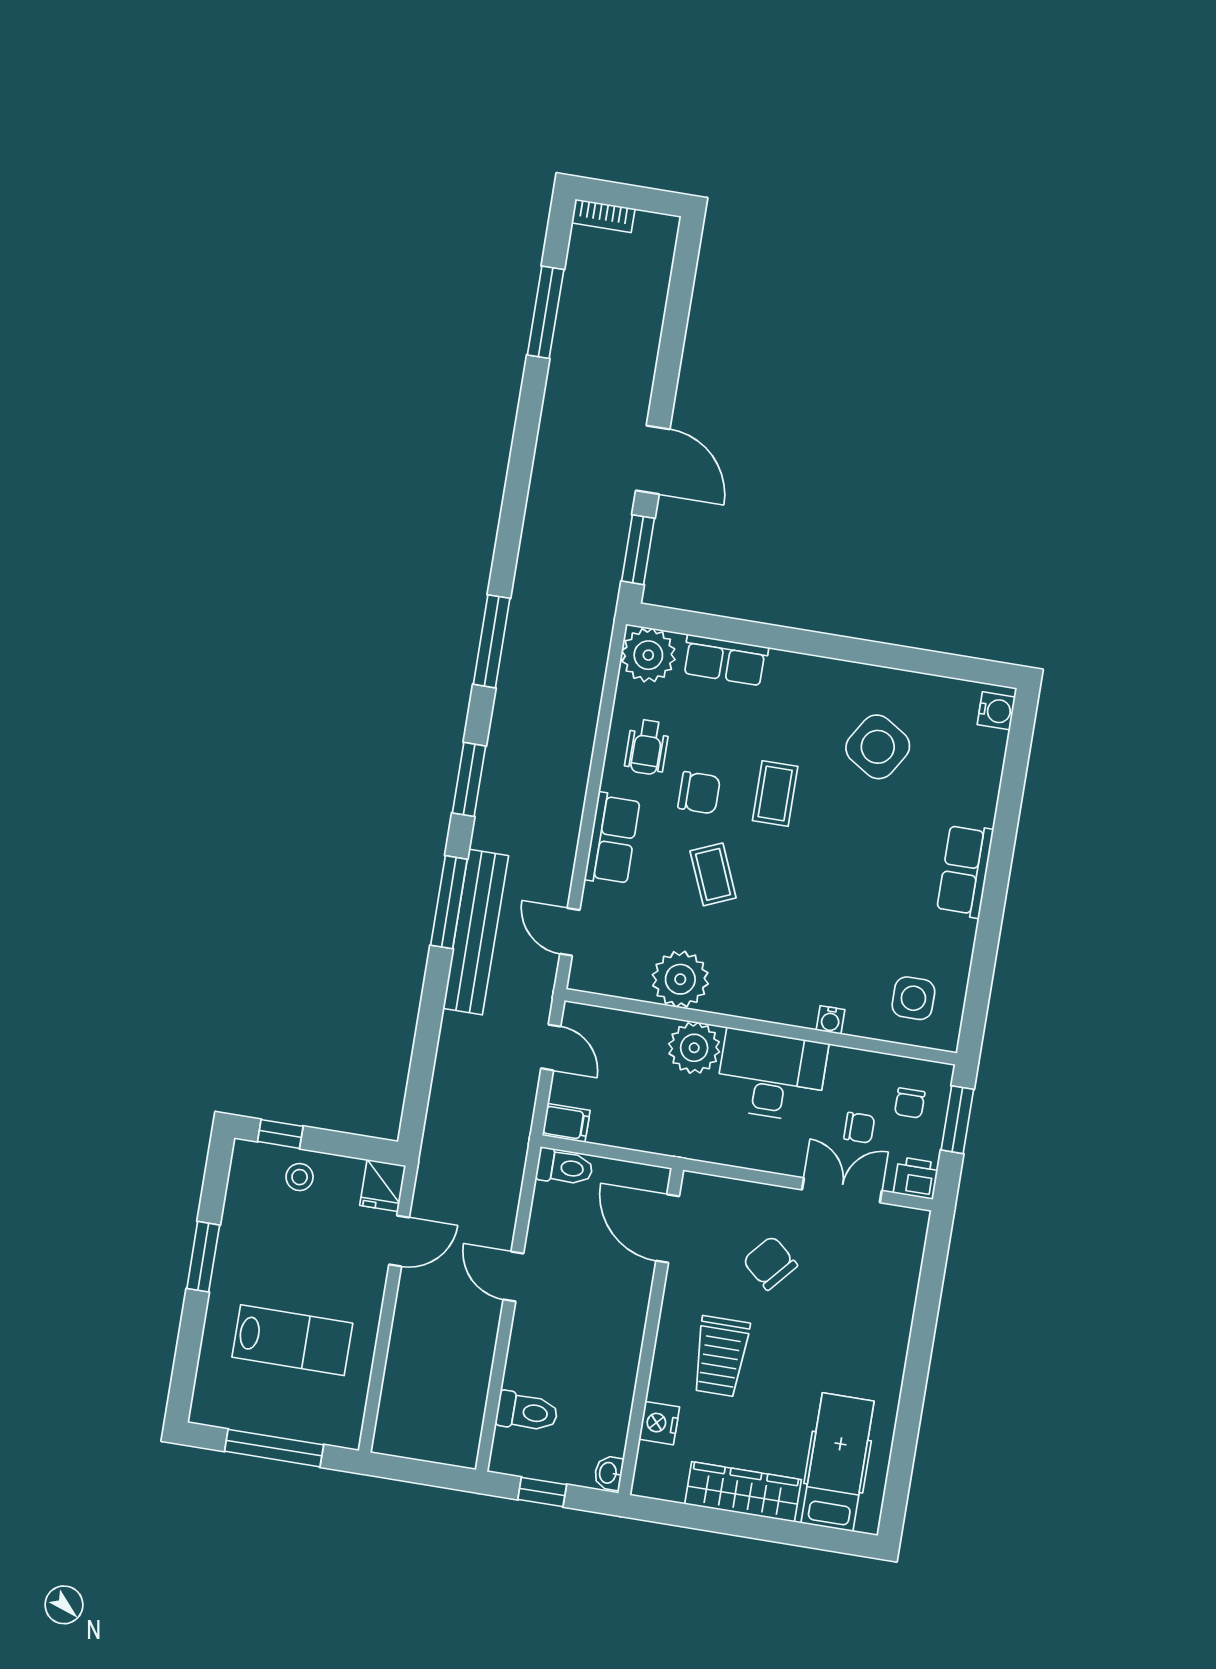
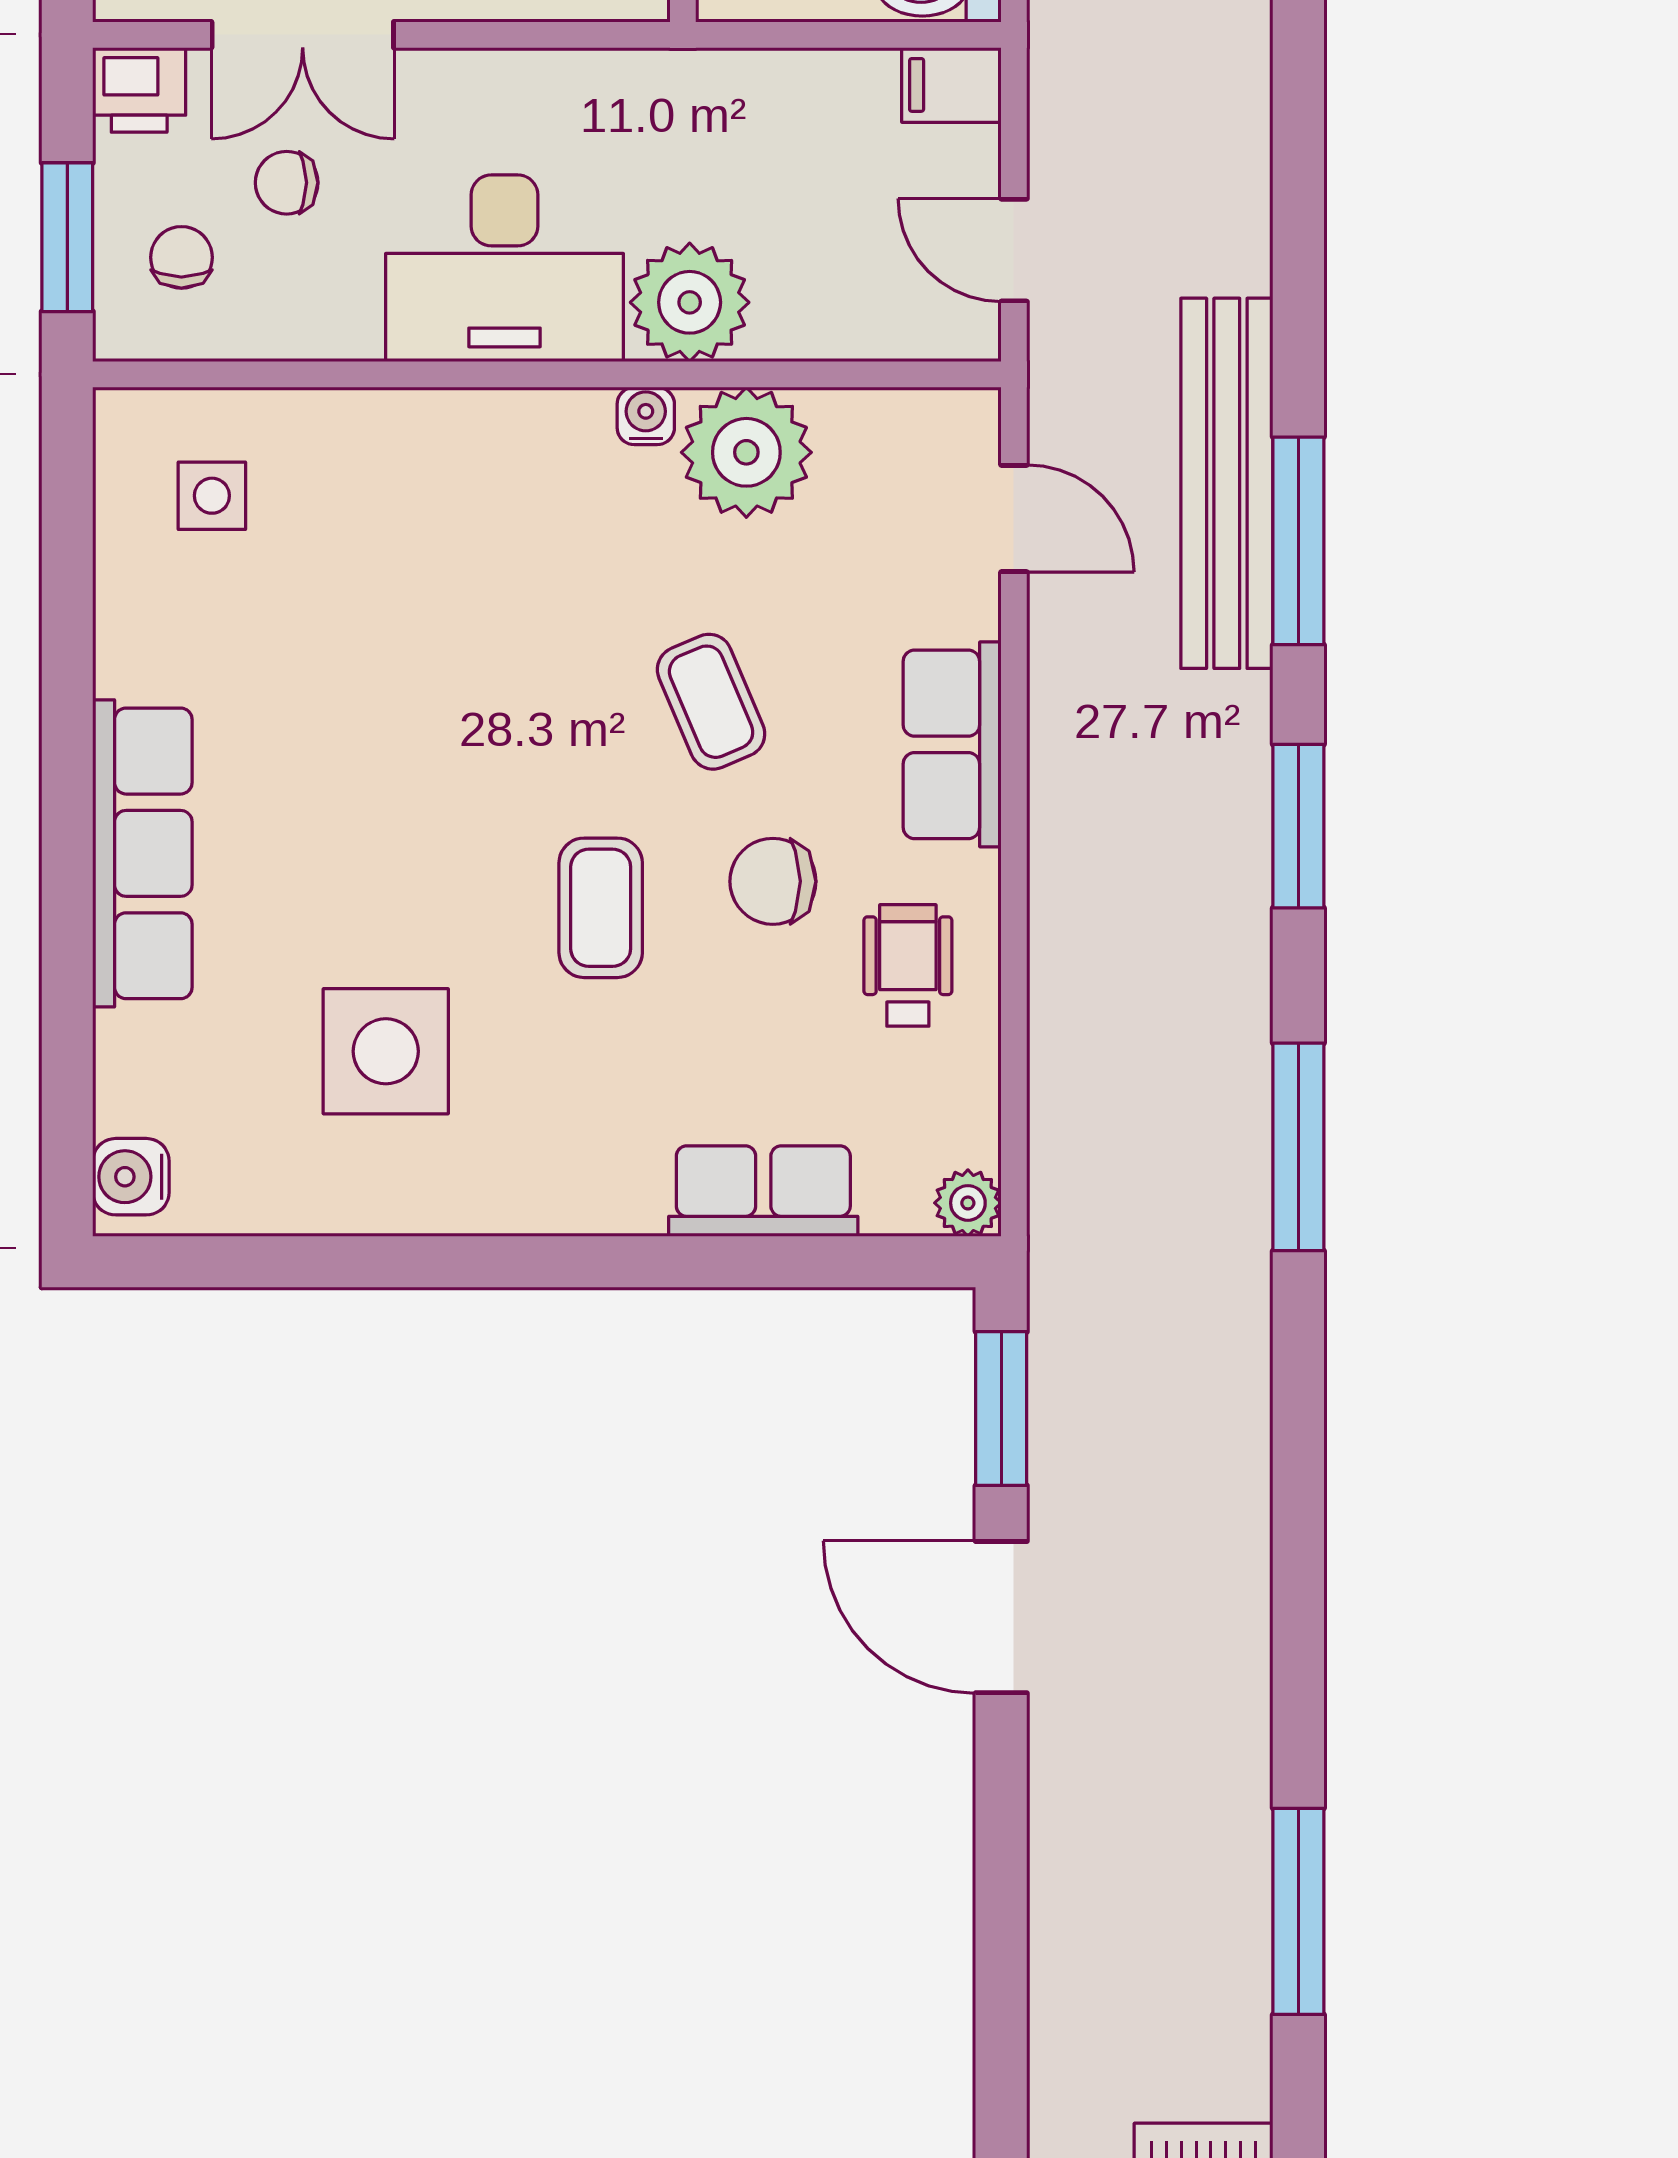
plant: (648, 655) -> (968, 1203), width x0.53, depth x0.53
side table: (878, 747) -> (386, 1051), turned -32
row of seats: (965, 871) -> (142, 853), width x1.48
side table: (913, 998) -> (212, 496), width x0.73, depth x0.73
water cooler: (830, 1020) -> (646, 416), moved

